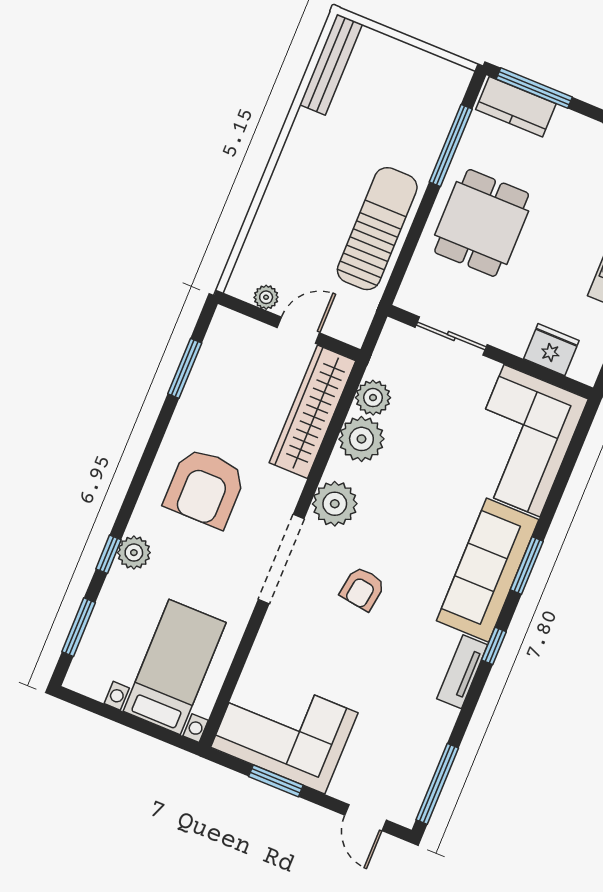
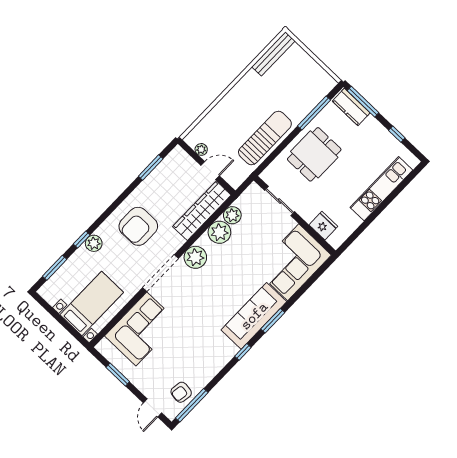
armchair: (362, 589) -> (181, 392), moved
tv unit: (462, 672) -> (224, 358), removed
corner sofa: (284, 730) -> (141, 329), moved, turned 90

